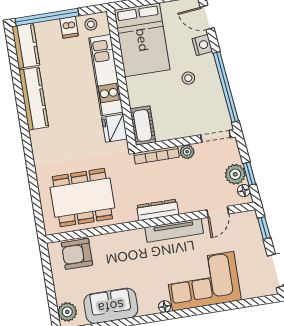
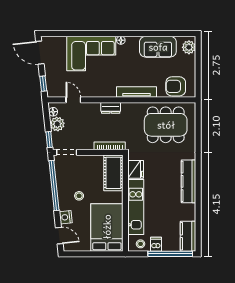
kitchen counter: (34, 99) -> (188, 181), moved
cot: (143, 125) -> (113, 173), width x1.37, depth x1.34
plant: (187, 152) -> (88, 145), removed
window: (249, 174) -> (49, 140), moved
dresser: (158, 210) -> (111, 108), width x0.70
door: (218, 212) -> (73, 100), hinge flipped
tv unit: (174, 230) -> (137, 92), moved
armchair: (77, 254) -> (176, 86), turned 180

